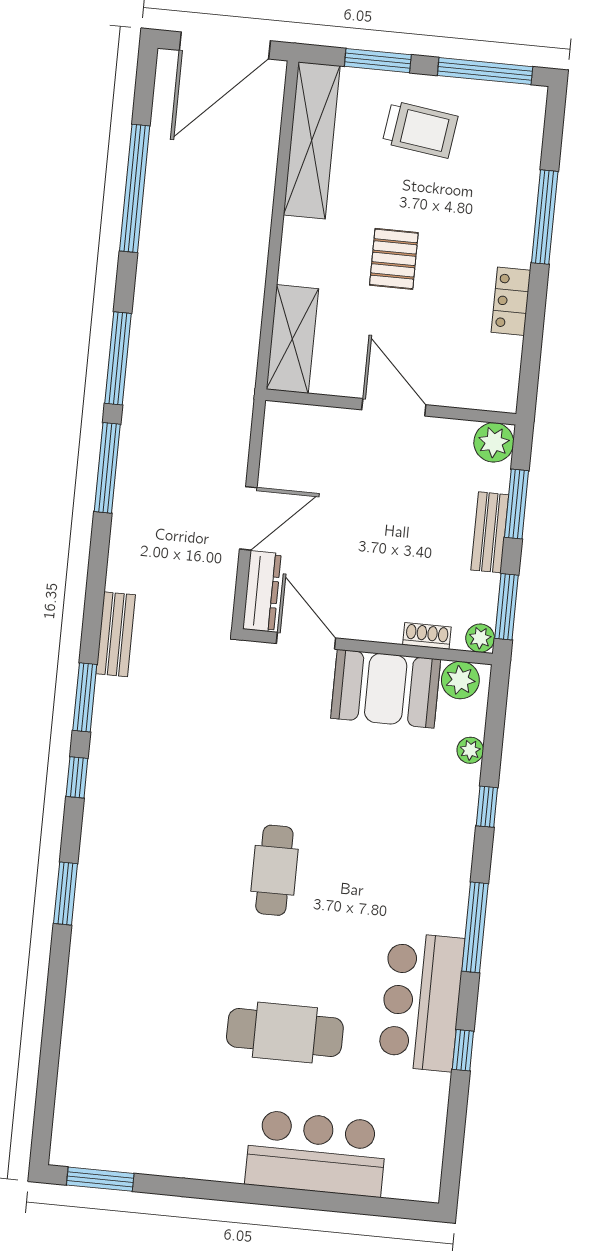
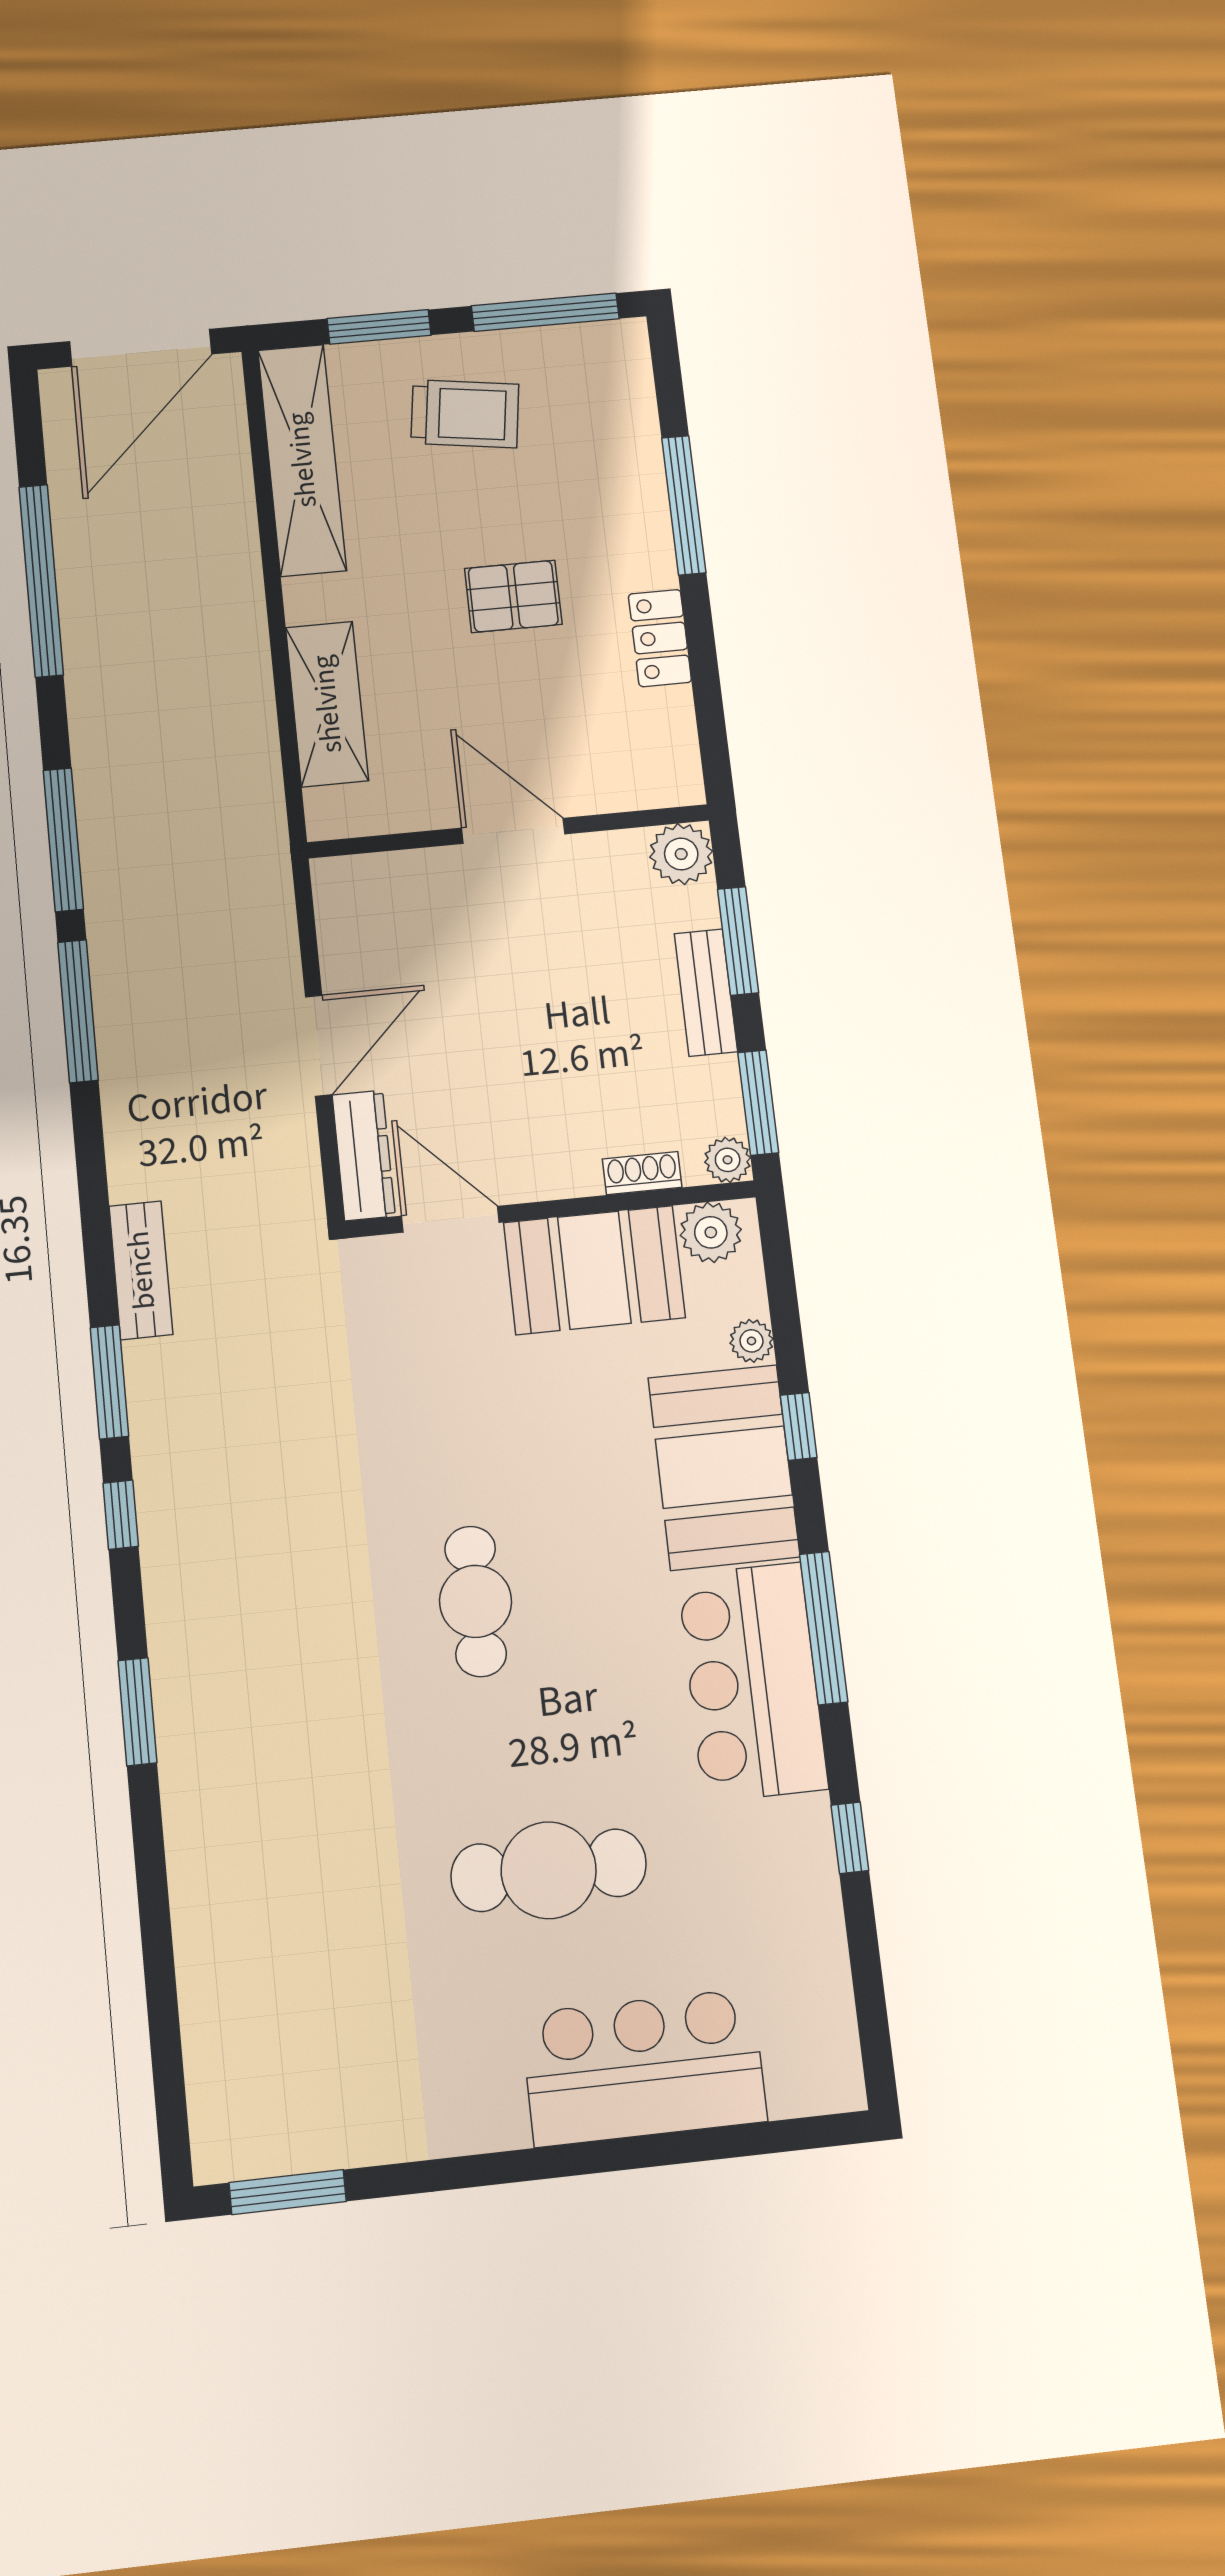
pallet: (394, 259) -> (513, 596), moved, turned 90
shelving: (292, 339) -> (327, 704), moved
booth: (437, 822) -> (724, 1467), added
bar counter: (421, 1002) -> (752, 1682), moved

